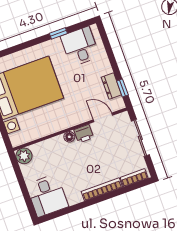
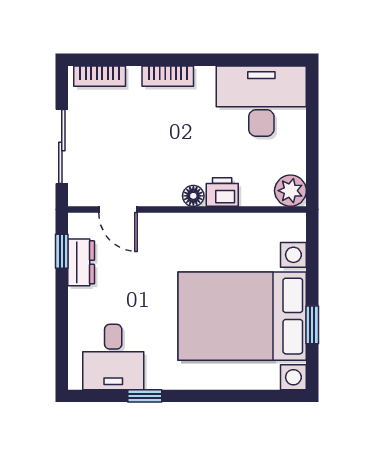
printer: (84, 134) -> (222, 192), moved
bookcase: (102, 189) -> (168, 76), width x0.64
desk: (47, 196) -> (261, 101), width x1.37

